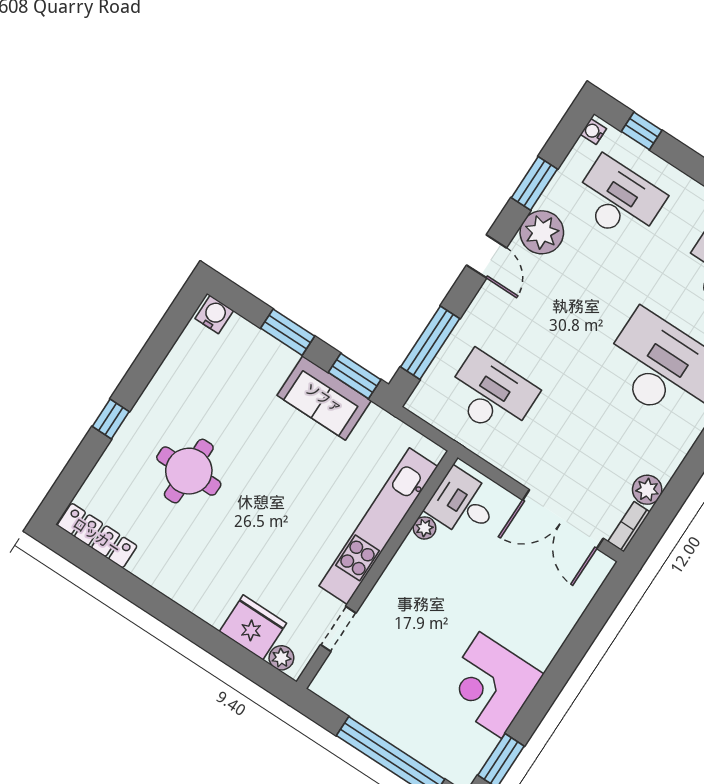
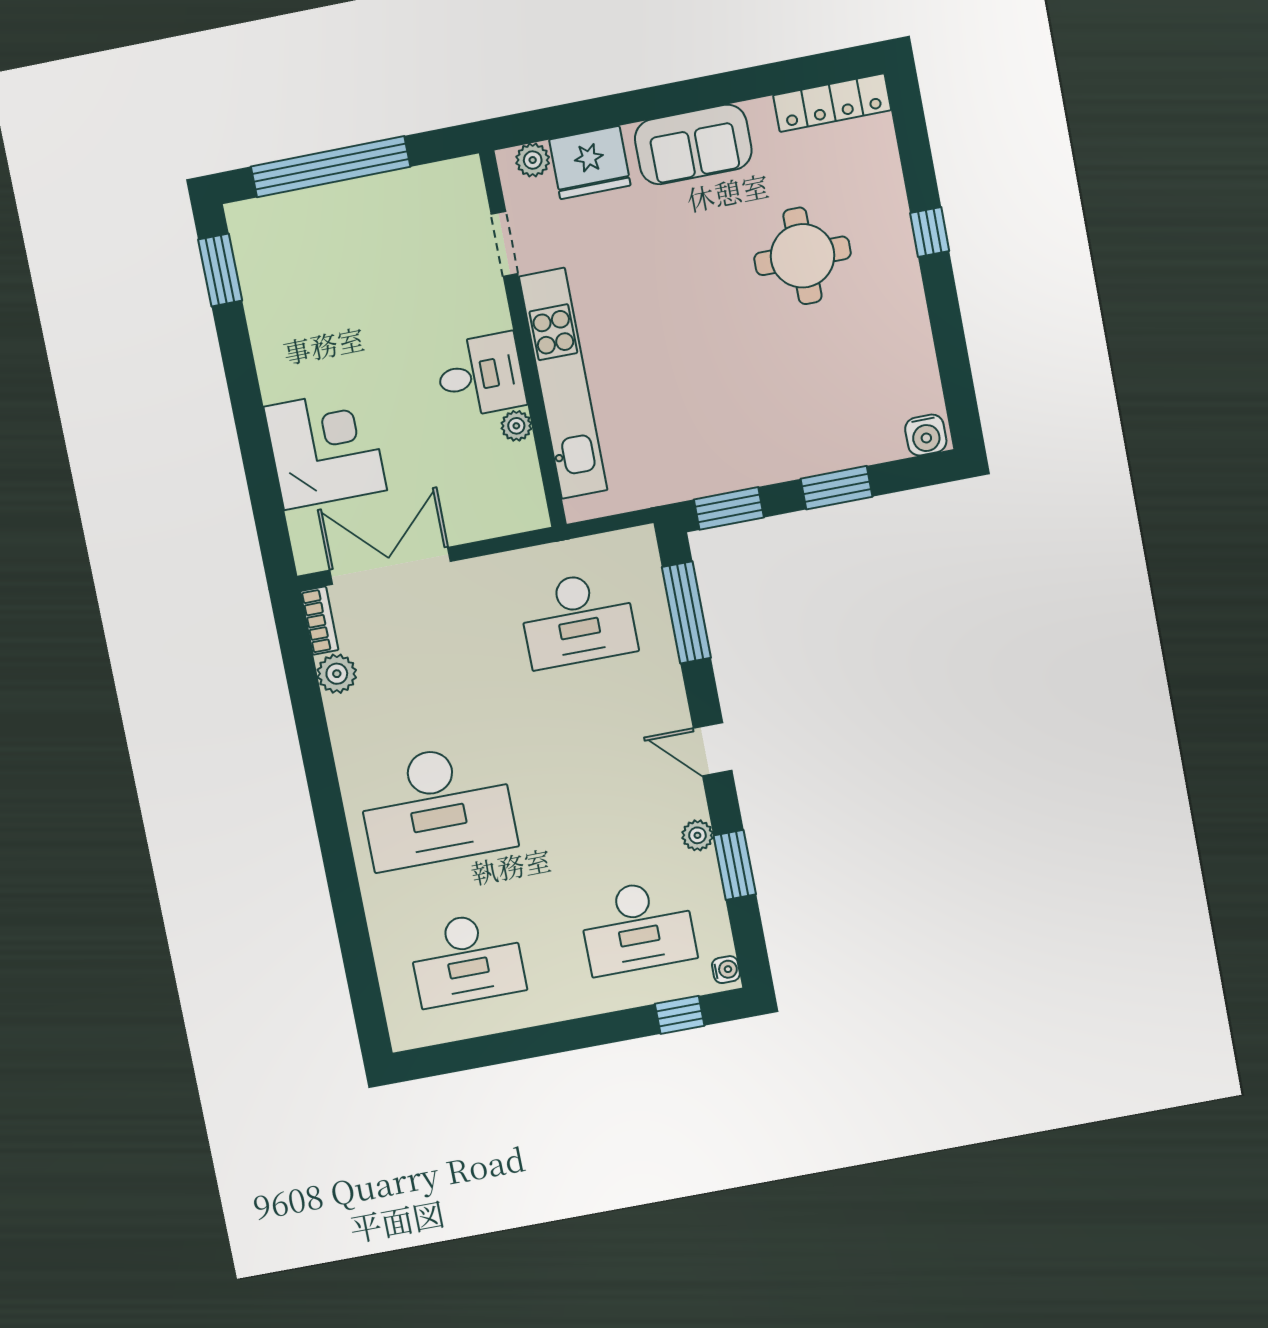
plant: (542, 232) -> (697, 835), width x0.53, depth x0.53
sofa: (324, 398) -> (693, 144), moved, turned 180
desk: (463, 504) -> (480, 375), moved
corner desk: (490, 685) -> (325, 449), moved

